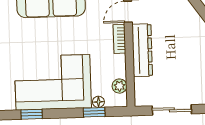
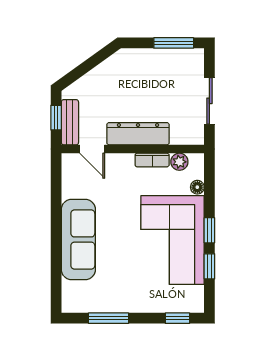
bookcase: (119, 39) -> (152, 160), moved
window: (94, 112) -> (209, 230), moved

